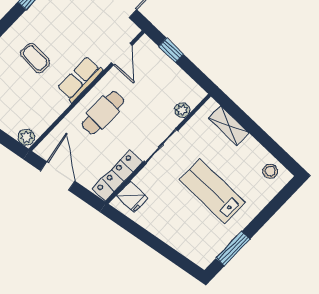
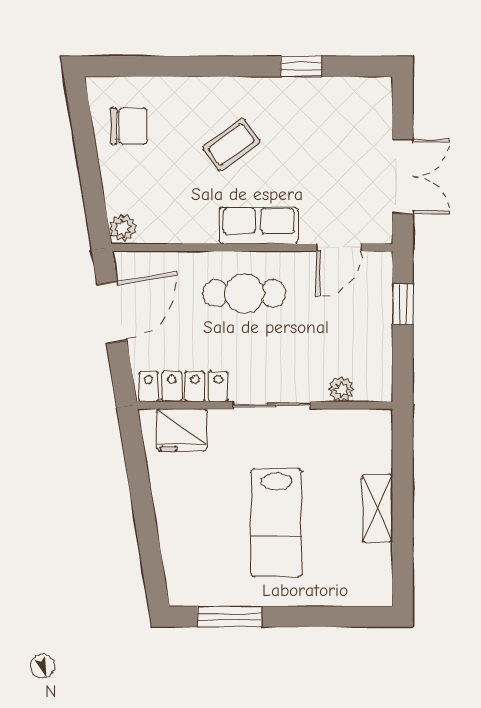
coffee table: (35, 58) -> (231, 145), turned 50
shelving: (229, 126) -> (377, 508), moved
stool: (270, 171) -> (370, 571), removed
lab bench: (212, 191) -> (276, 523), turned 180
fridge: (132, 197) -> (181, 430), width x1.38

